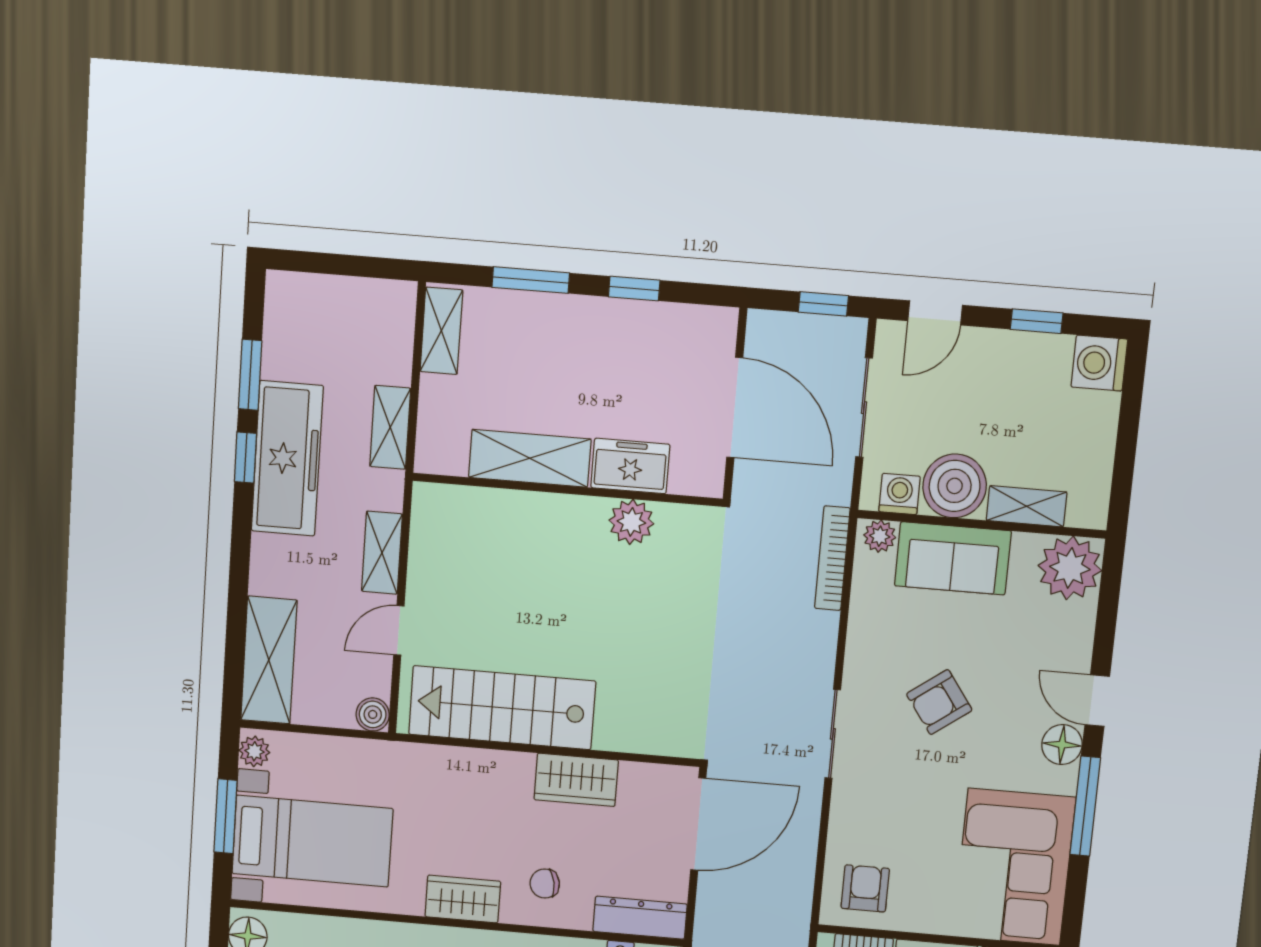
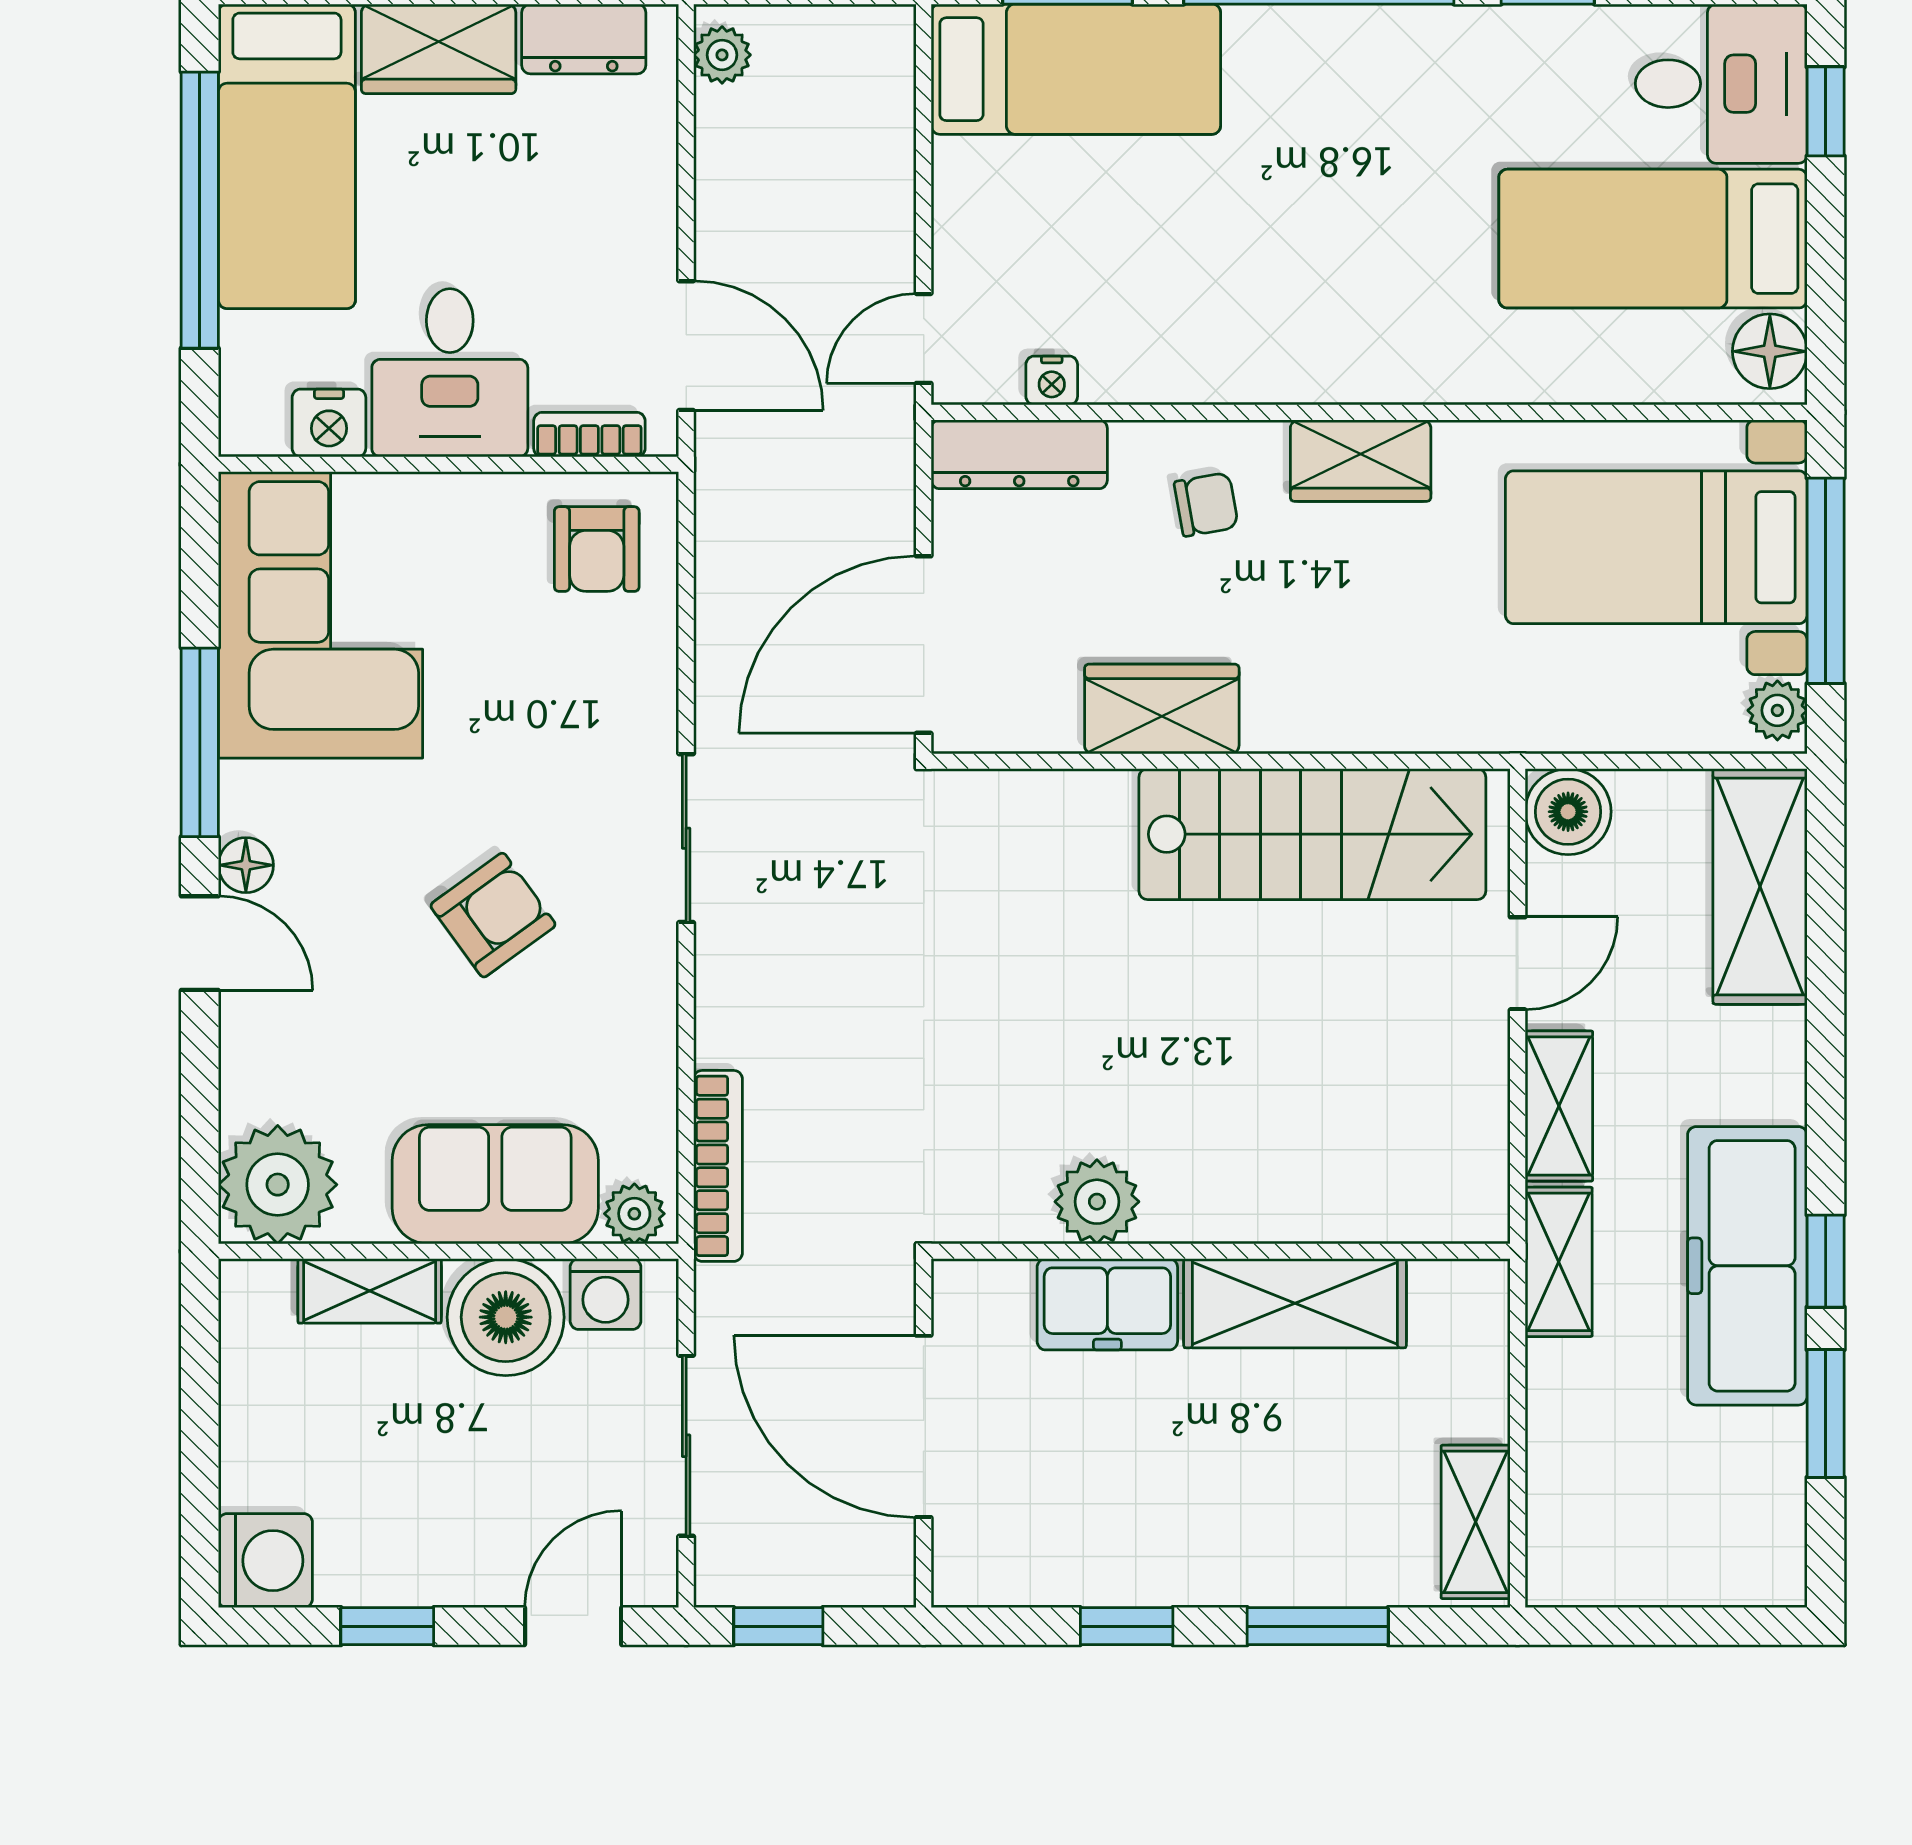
shelving: (390, 427) -> (1559, 1262), moved
boiler: (373, 714) -> (1568, 812), width x1.36, depth x1.36
floor lamp: (1062, 745) -> (246, 865), width x0.73, depth x0.73
window: (226, 816) -> (1826, 581), width x1.44

